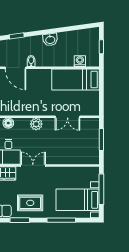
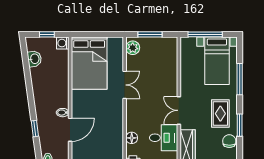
washbasin: (50, 40) -> (34, 59), moved
washing machine: (80, 61) -> (63, 43), moved
bed: (75, 79) -> (89, 63), width x1.50
double door: (68, 117) -> (125, 85), moved
plant: (36, 124) -> (133, 48), moved

